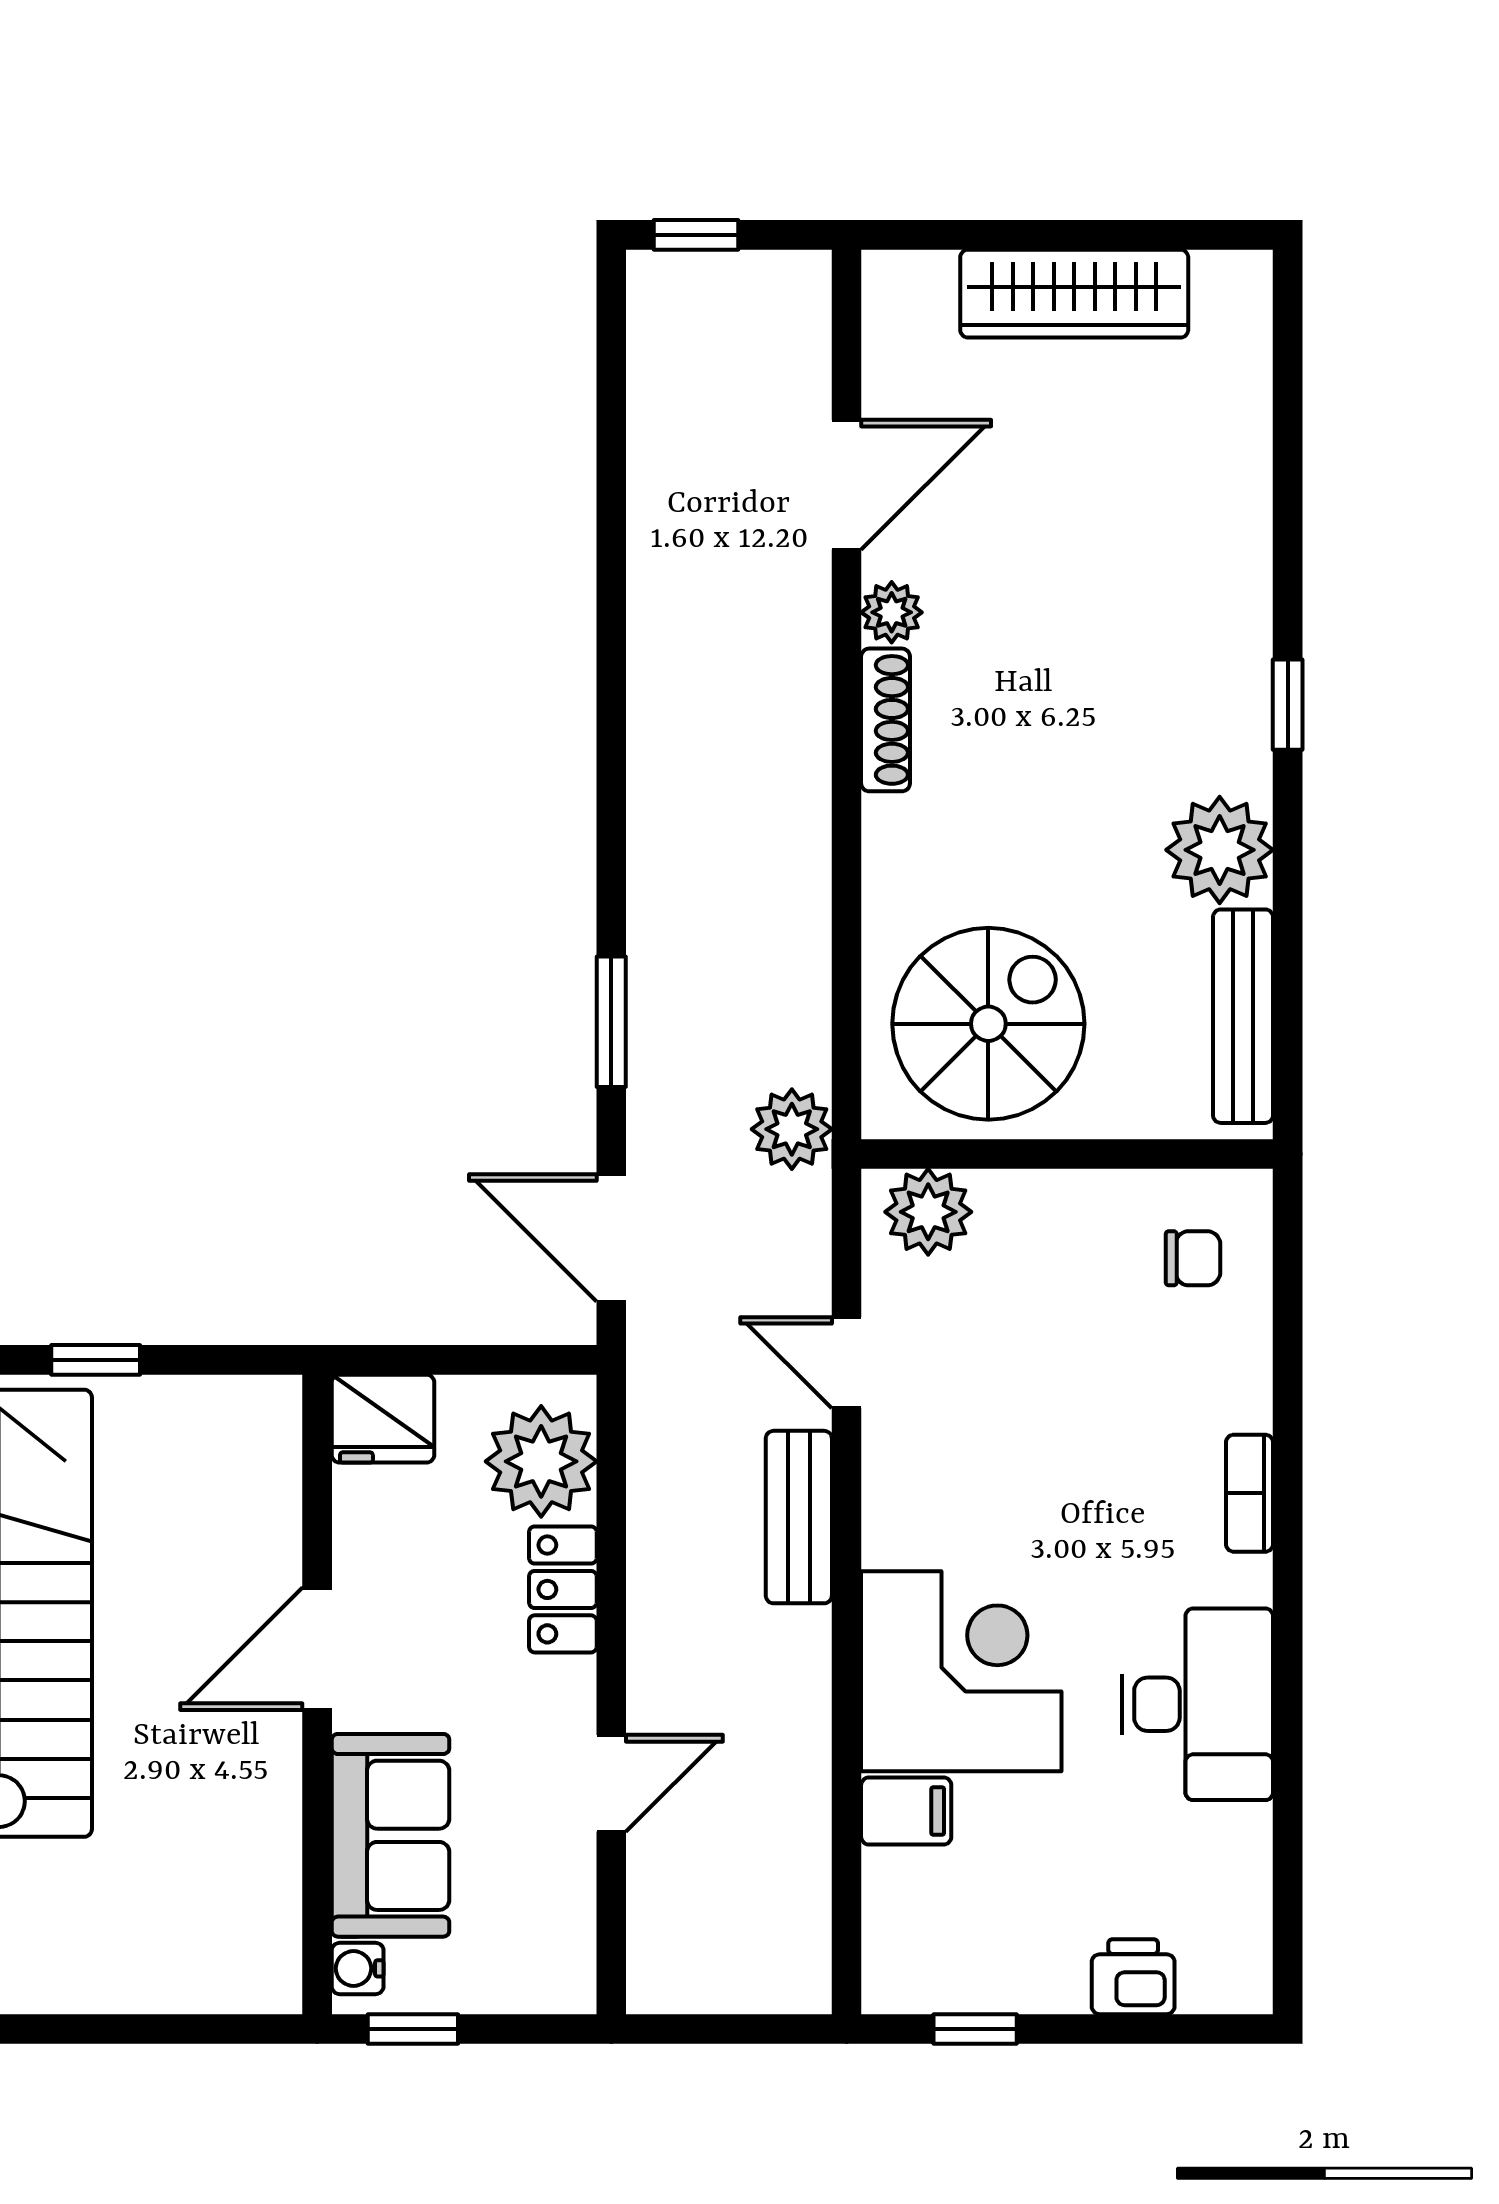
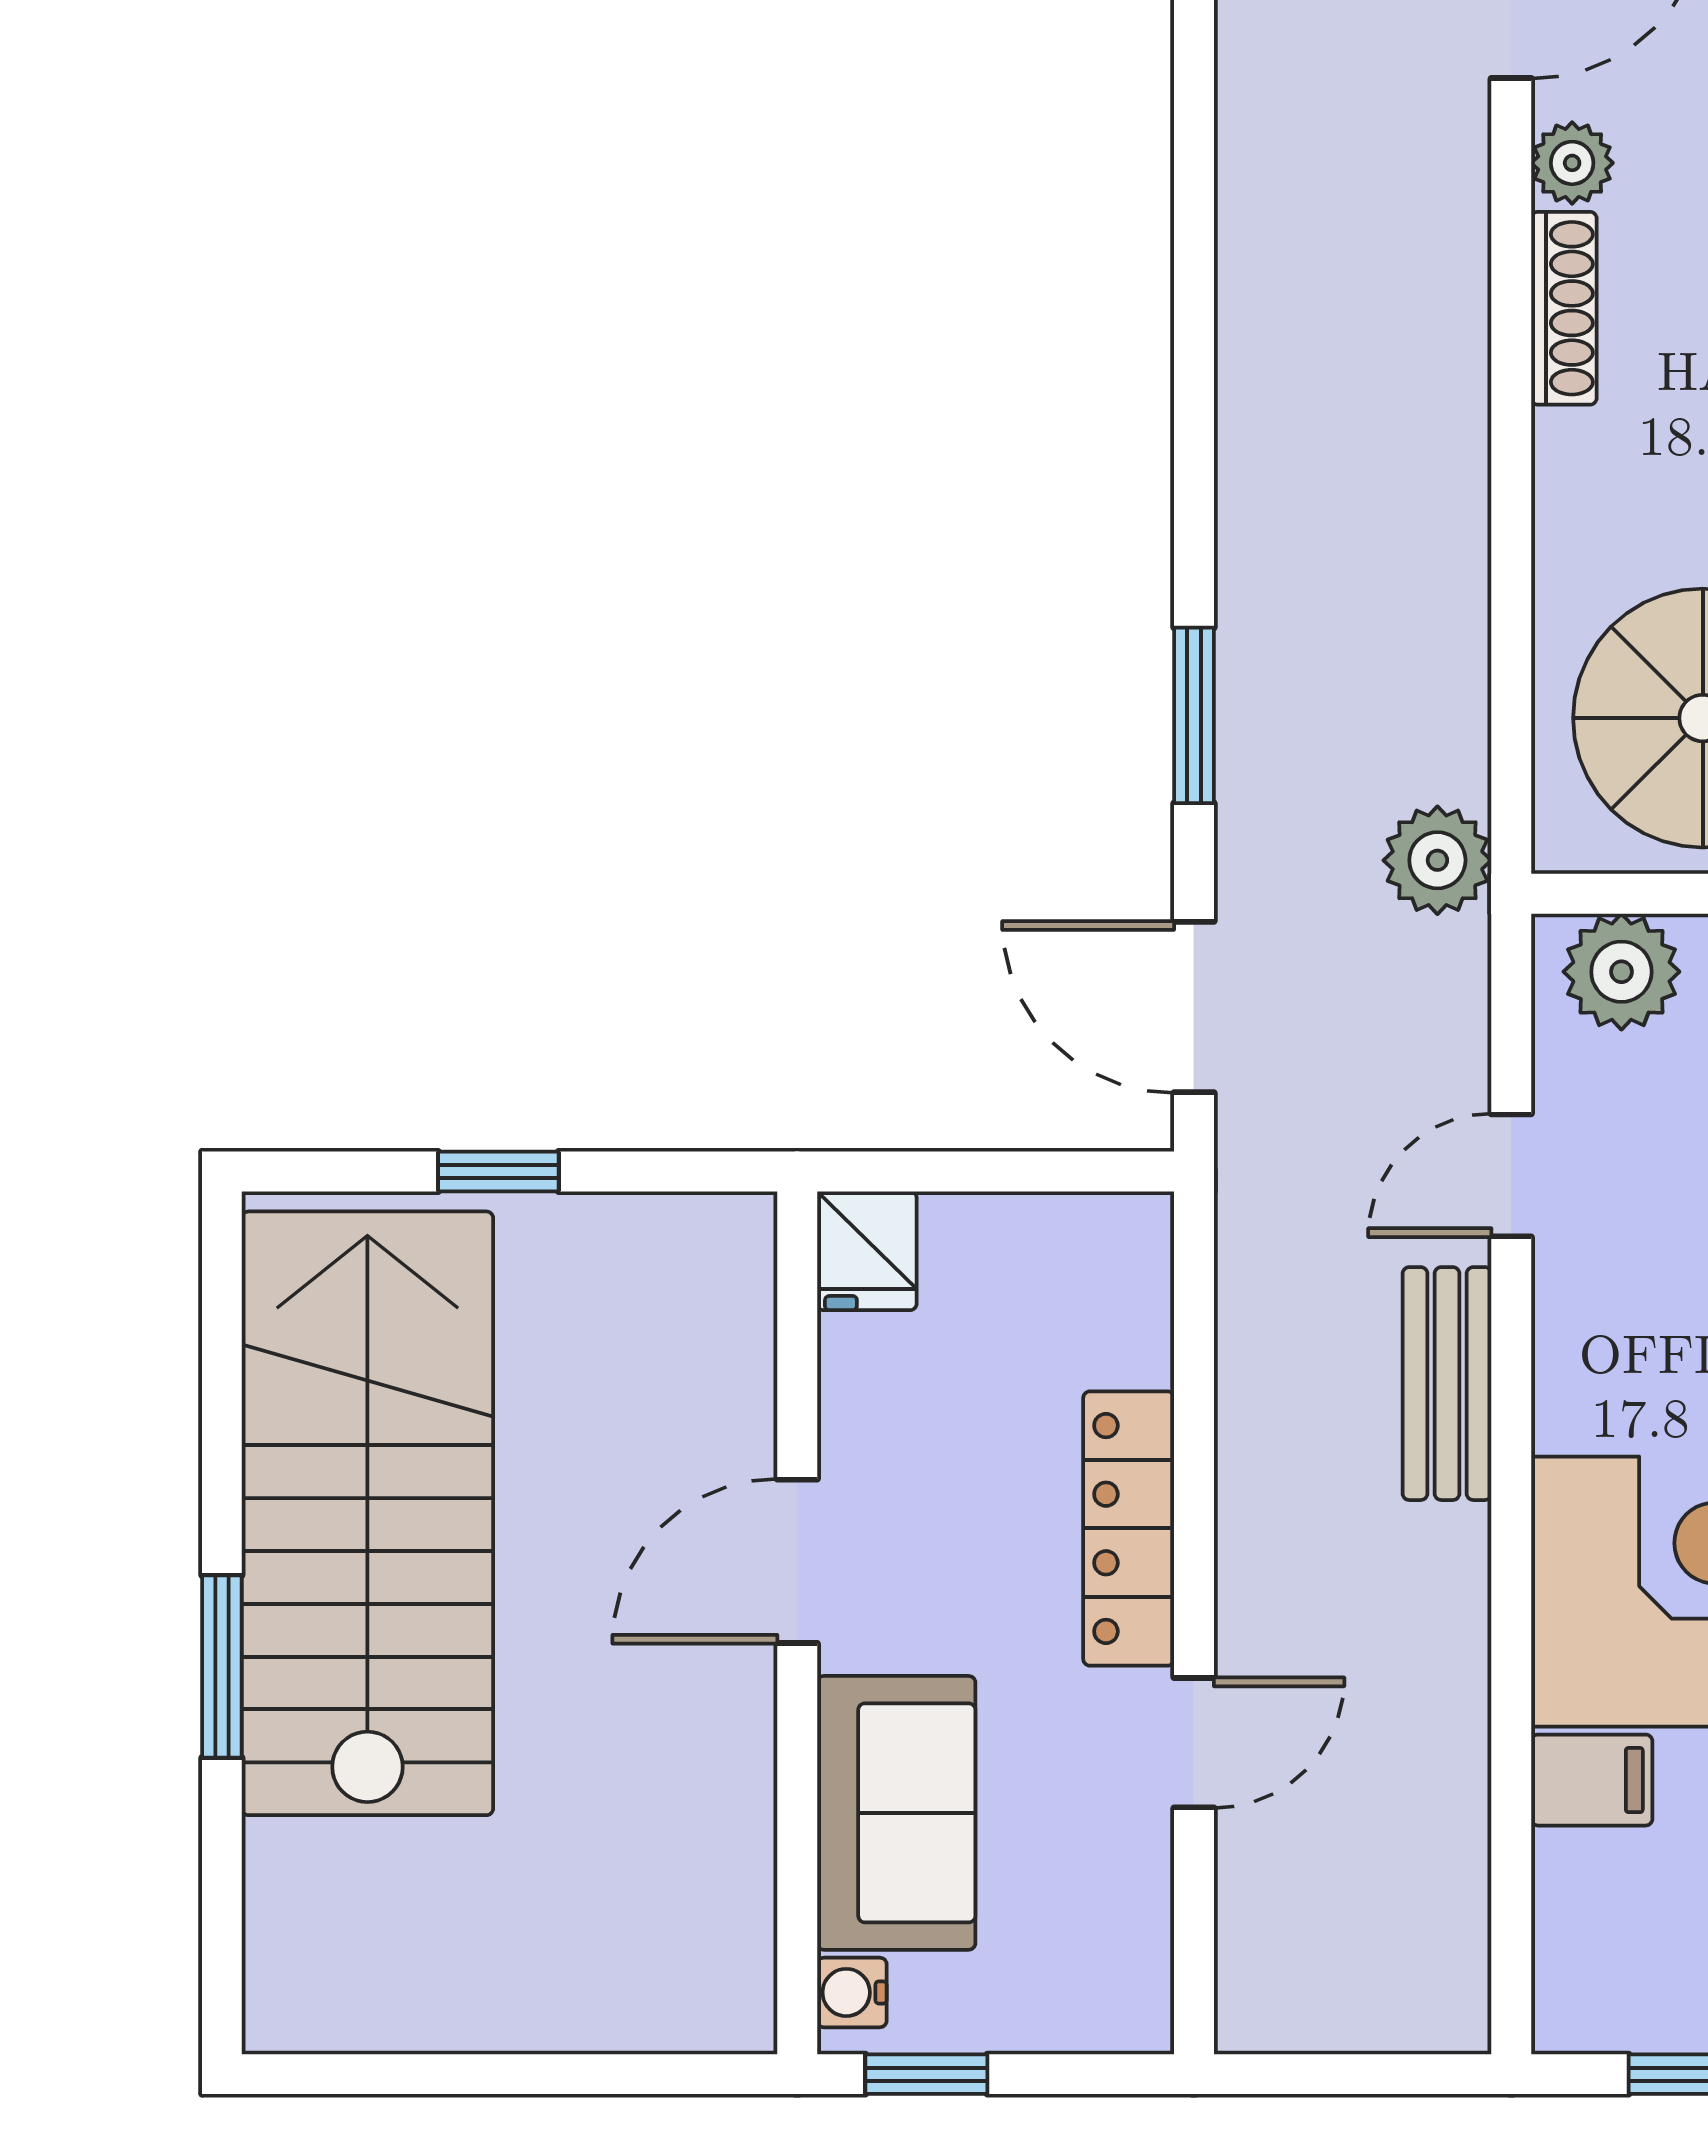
door: (847, 1363) -> (1511, 1175), hinge flipped
fridge: (383, 1419) -> (867, 1251), width x0.72
plant: (541, 1461) -> (1099, 1308), removed
locker: (563, 1589) -> (1129, 1528), width x1.53

